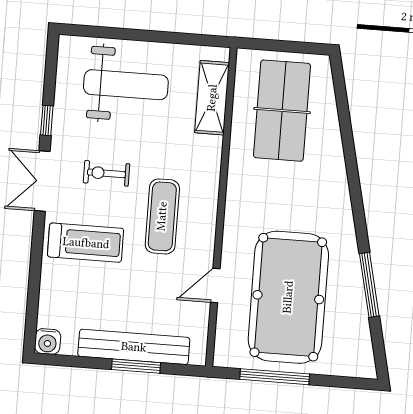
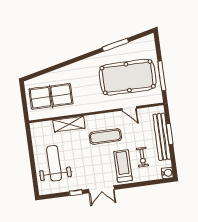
shelving: (212, 98) -> (69, 124), moved
exercise bike: (106, 173) -> (142, 157), moved

